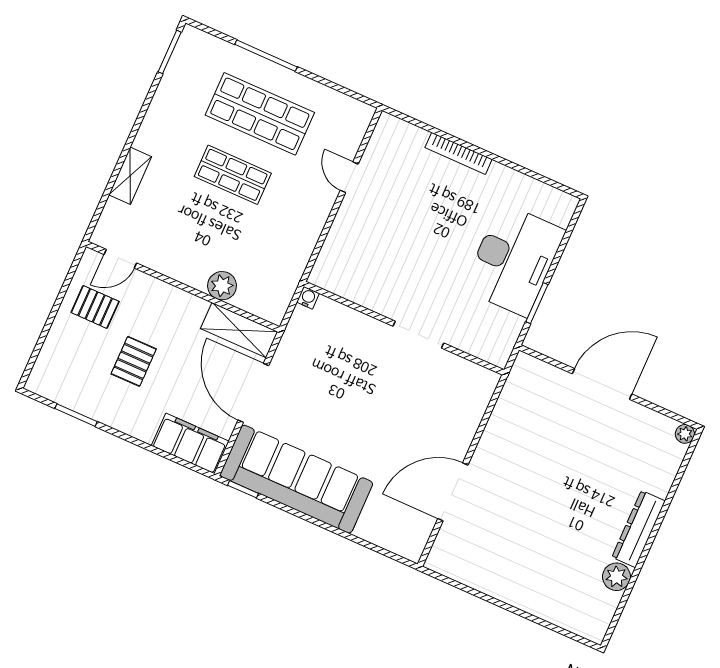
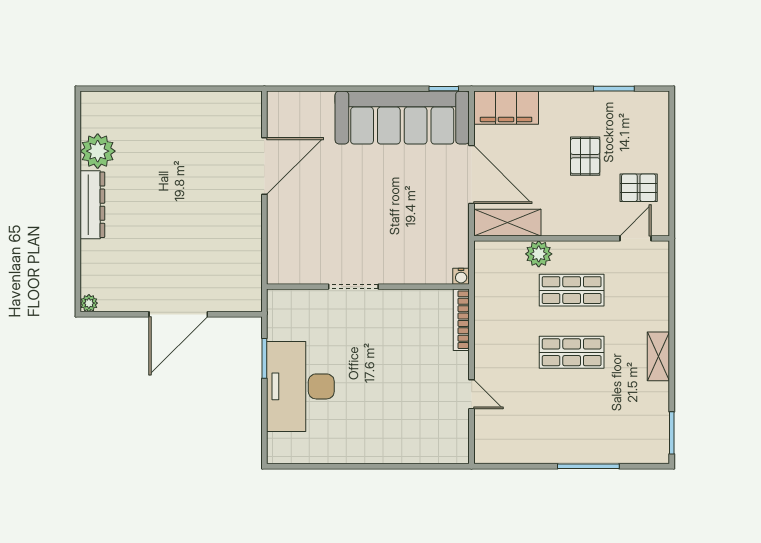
shop shelf: (260, 114) -> (572, 290), moved, width x0.70, depth x0.74
bookcase: (459, 153) -> (461, 320), moved, turned -90
shelving: (130, 176) -> (658, 356), moved
plant: (616, 577) -> (98, 151), width x1.36, depth x1.36

